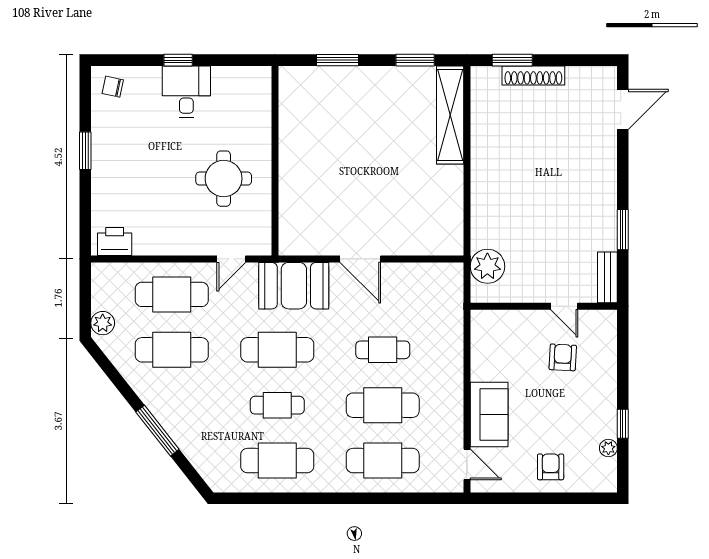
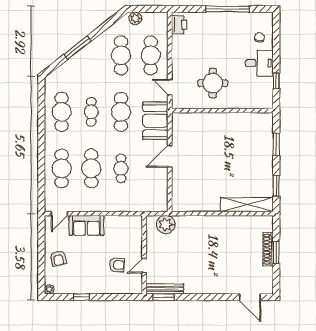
window: (178, 60) -> (276, 81), moved
window: (512, 60) -> (276, 252), moved
chair: (113, 87) -> (260, 37), moved
window: (85, 151) -> (228, 9), width x2.11
window: (623, 230) -> (164, 297), moved
bench: (607, 277) -> (165, 289), width x1.36
plant: (608, 448) -> (49, 289), moved
armchair: (551, 467) -> (58, 258), turned 78

